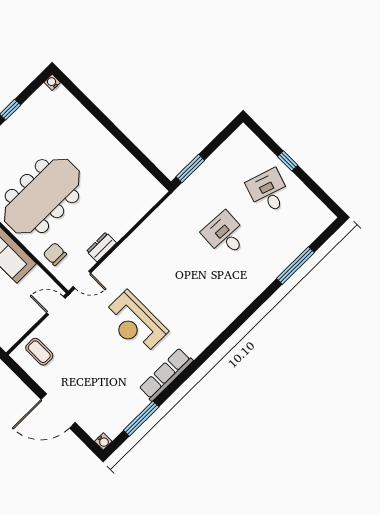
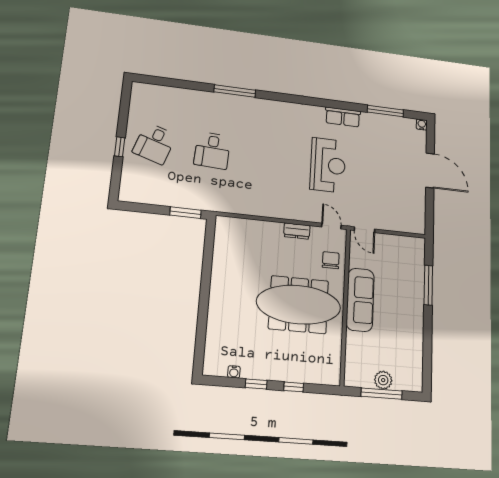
water cooler: (52, 82) -> (234, 372), moved
chair: (55, 254) -> (331, 260), turned 180
window: (295, 266) -> (235, 91), moved
coffee table: (39, 352) -> (404, 215), removed
row of seats: (166, 375) -> (343, 117), width x0.68

